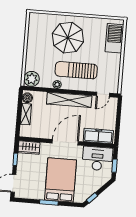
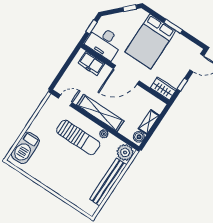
parasol: (68, 38) -> (69, 173), removed
bench: (32, 48) -> (108, 182), added
freezer: (98, 136) -> (91, 63), width x0.71

